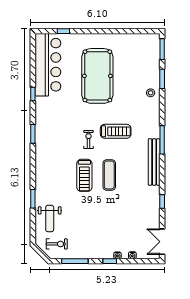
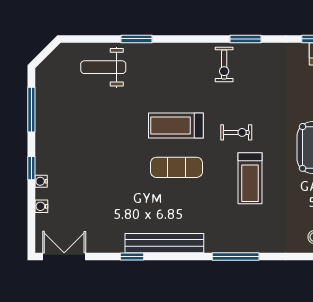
bench: (154, 162) -> (164, 243), moved
exercise bike: (57, 244) -> (224, 65), moved

